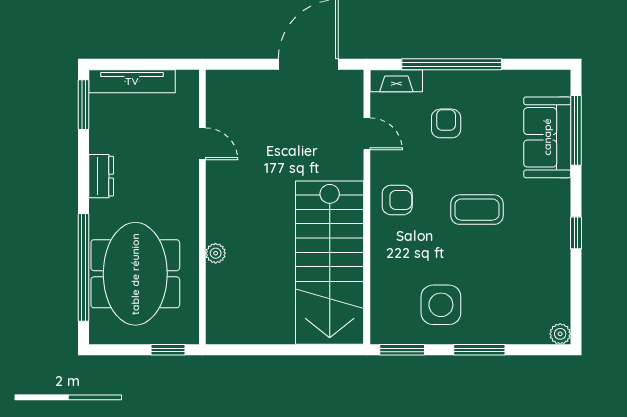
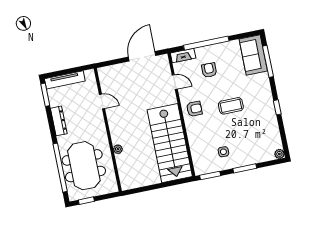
sofa: (547, 137) -> (253, 55), moved
dresser: (101, 176) -> (59, 121), width x1.44
side table: (441, 305) -> (223, 152), width x0.54, depth x0.54
window: (168, 350) -> (86, 201), moved

